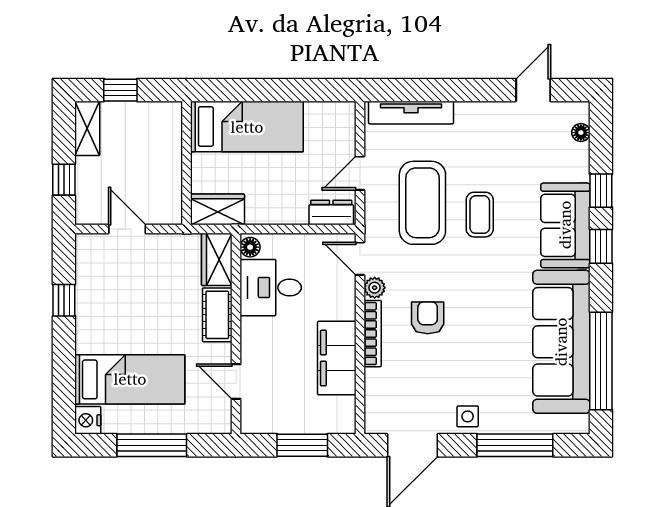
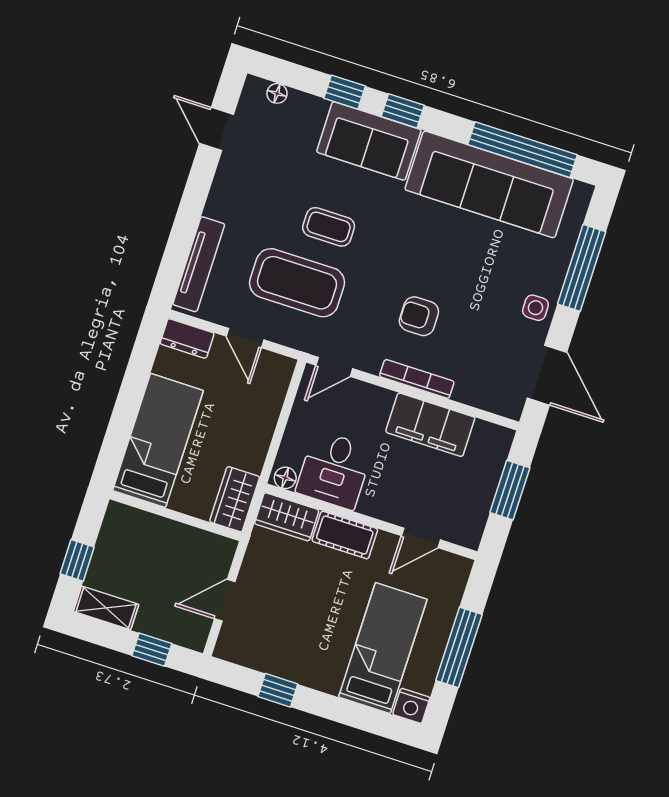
dresser: (331, 213) -> (187, 338), moved, turned -90
plant: (375, 288) -> (369, 361), removed

